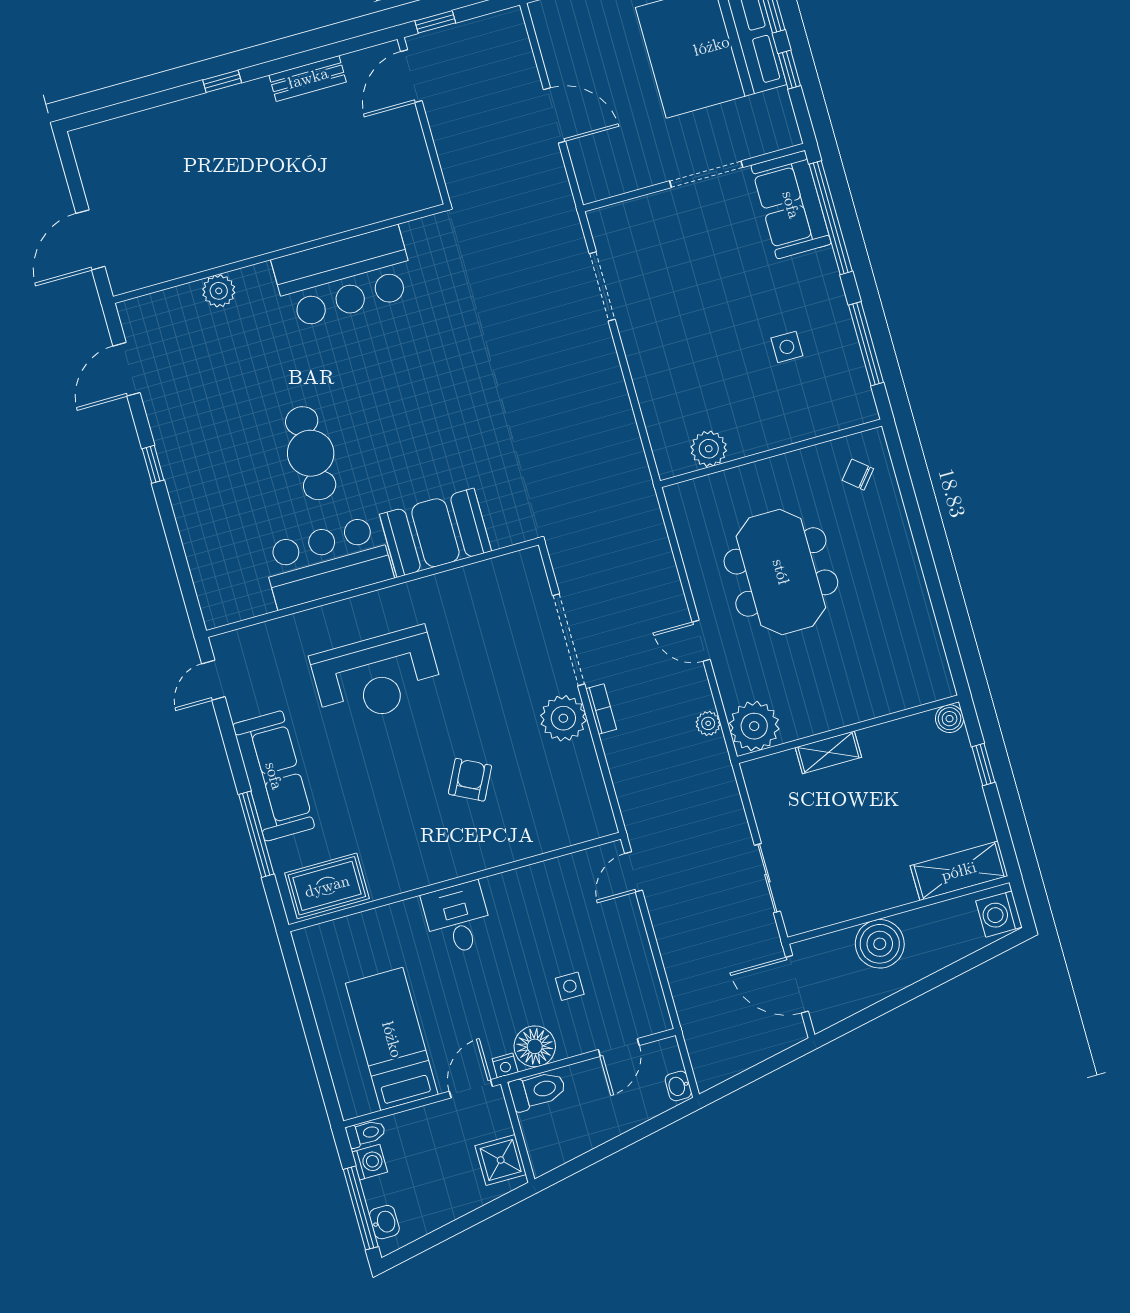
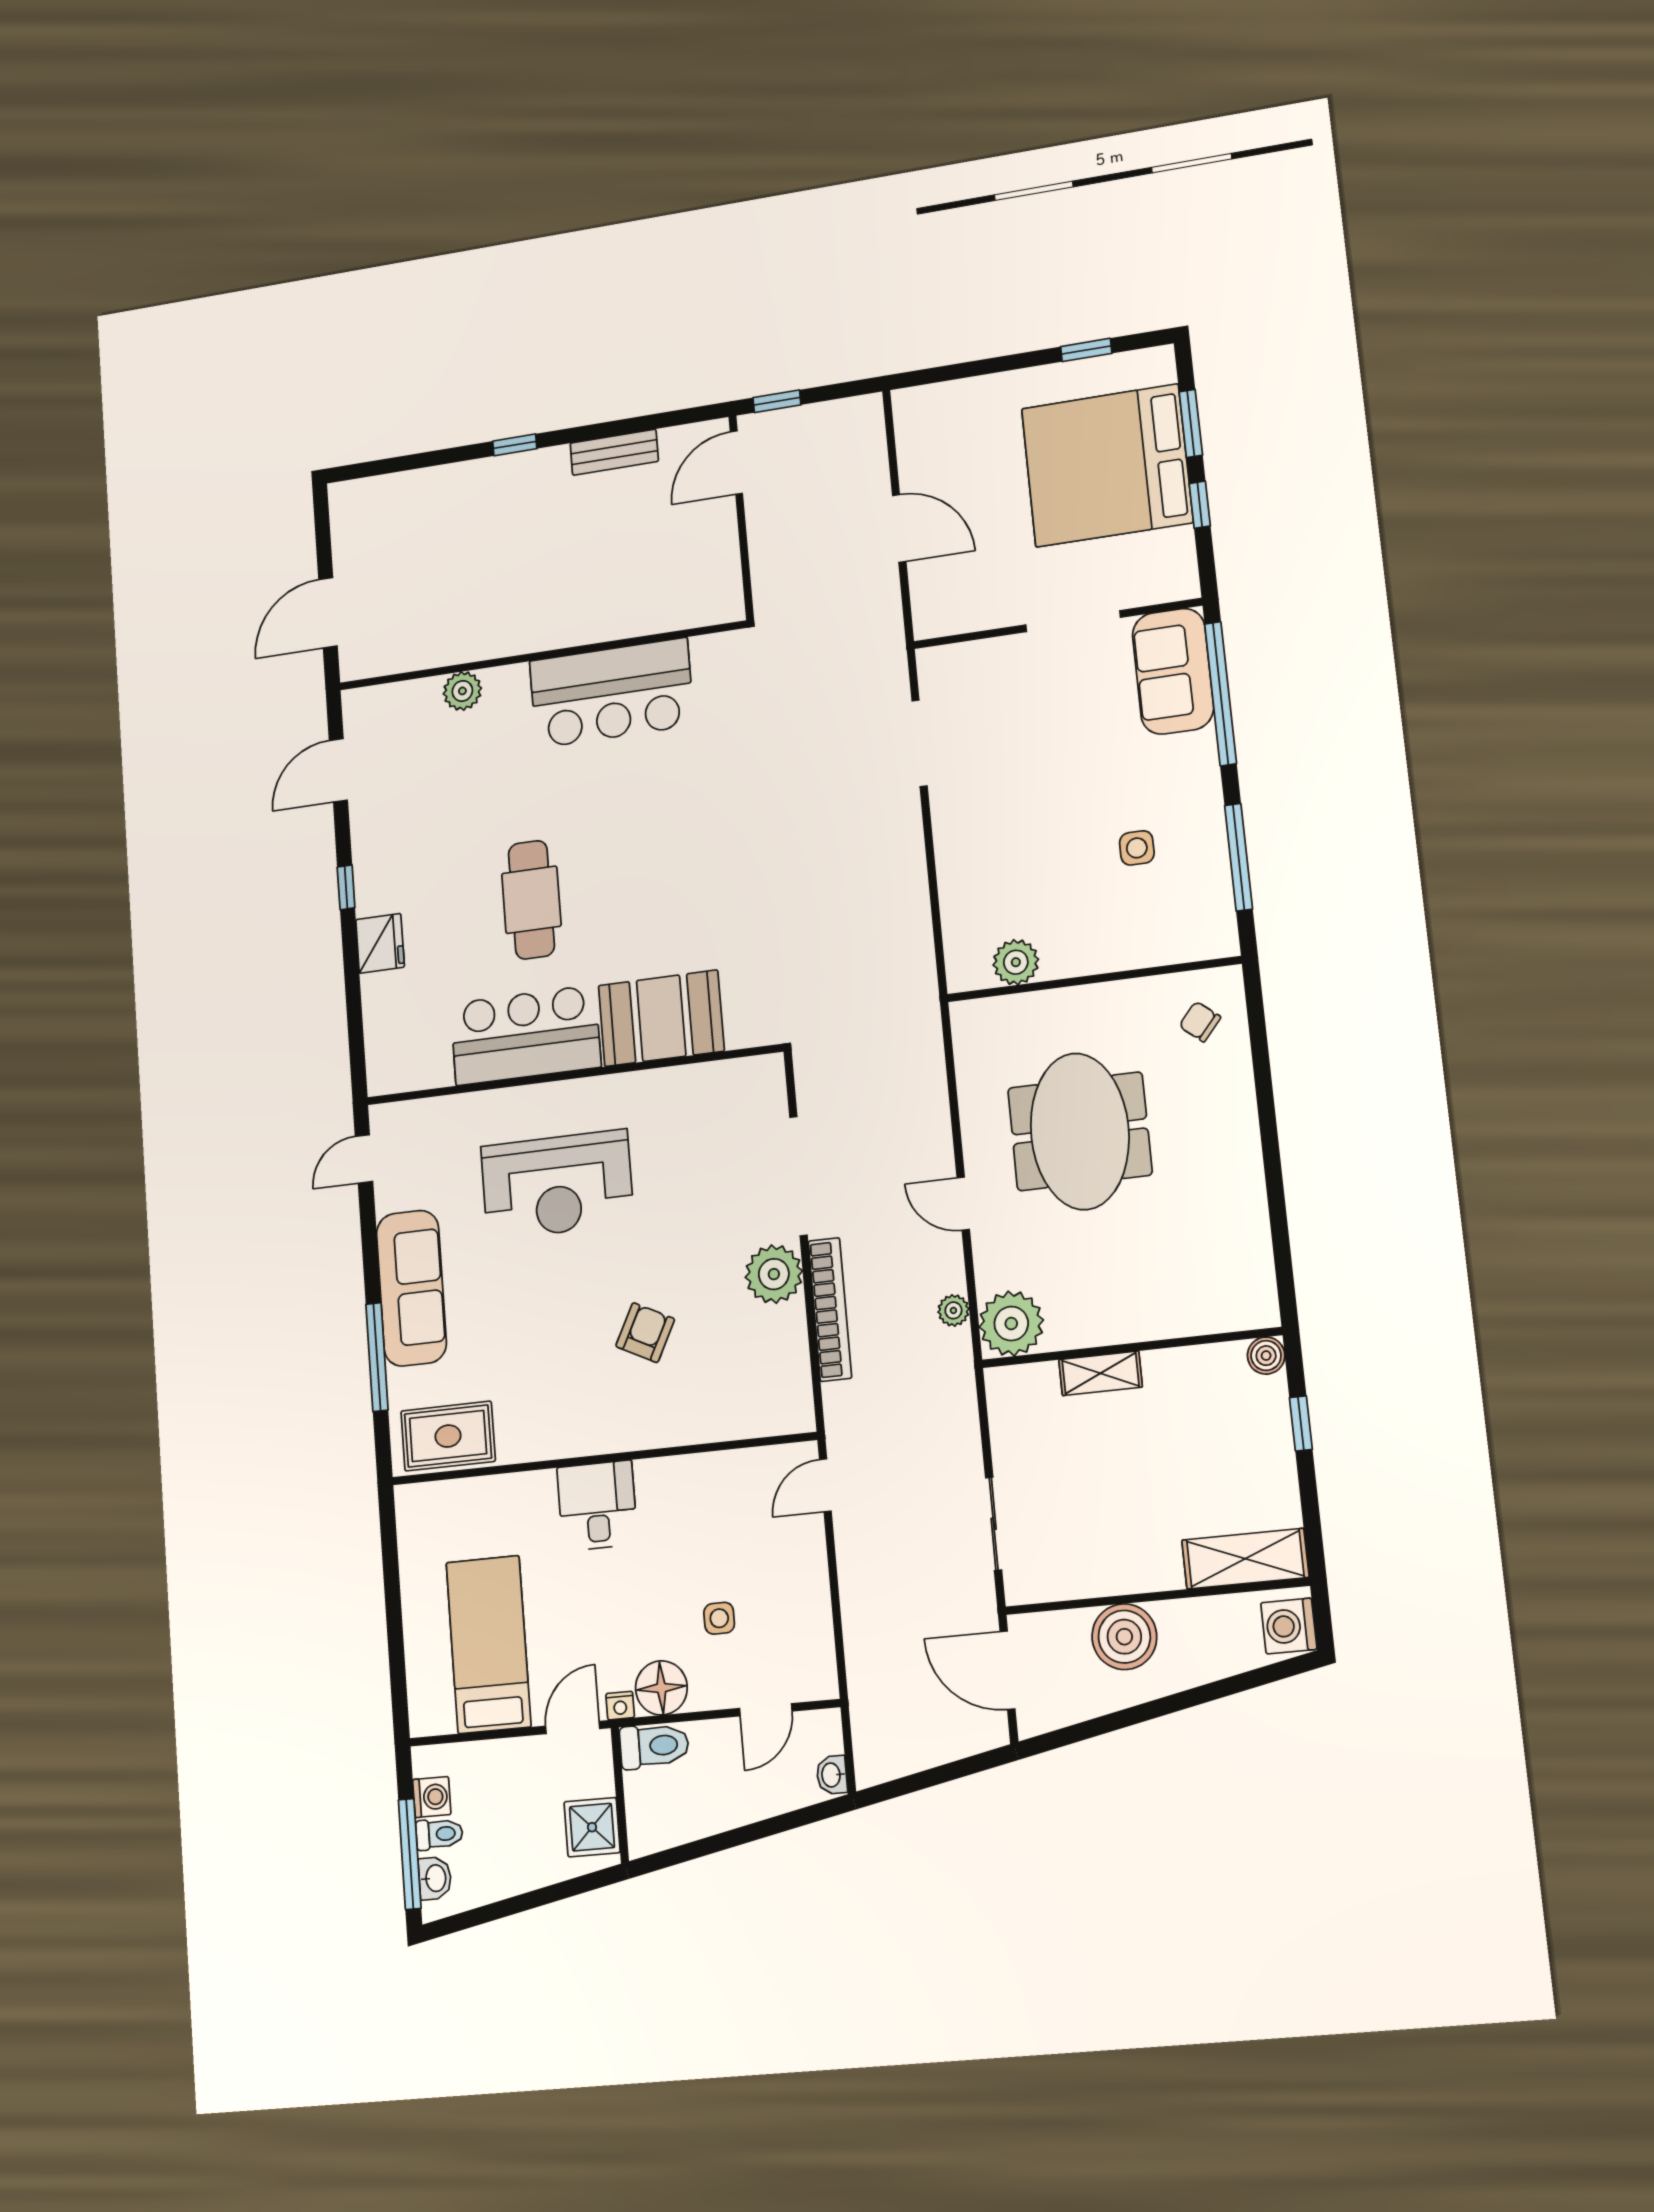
fridge: (191, 506) -> (380, 943), added
bookcase: (601, 709) -> (830, 1309), width x2.31, depth x1.31
toilet: (366, 1133) -> (439, 1834), moved

